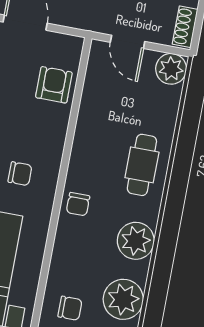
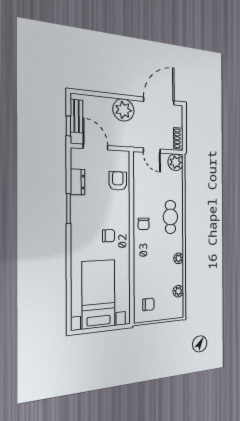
chair: (78, 204) -> (144, 224), moved
plant: (136, 241) -> (179, 258), width x0.53, depth x0.53
plant: (123, 299) -> (178, 291), width x0.53, depth x0.53

